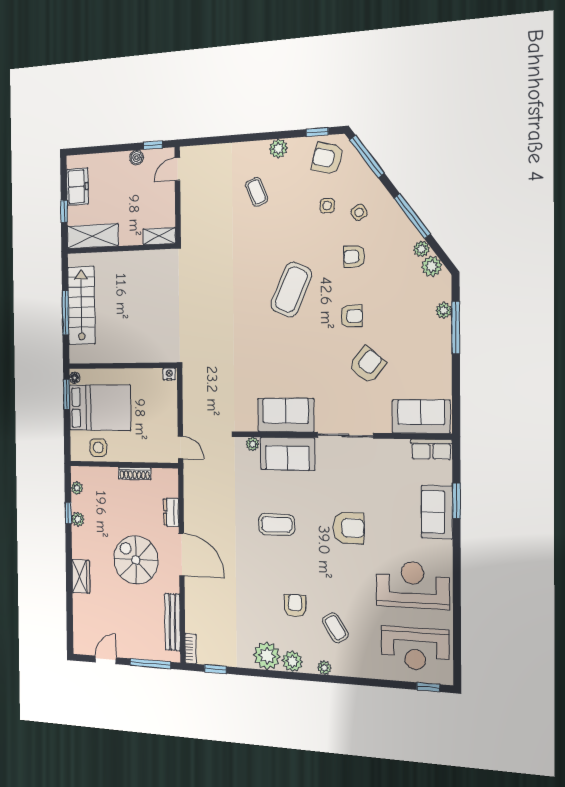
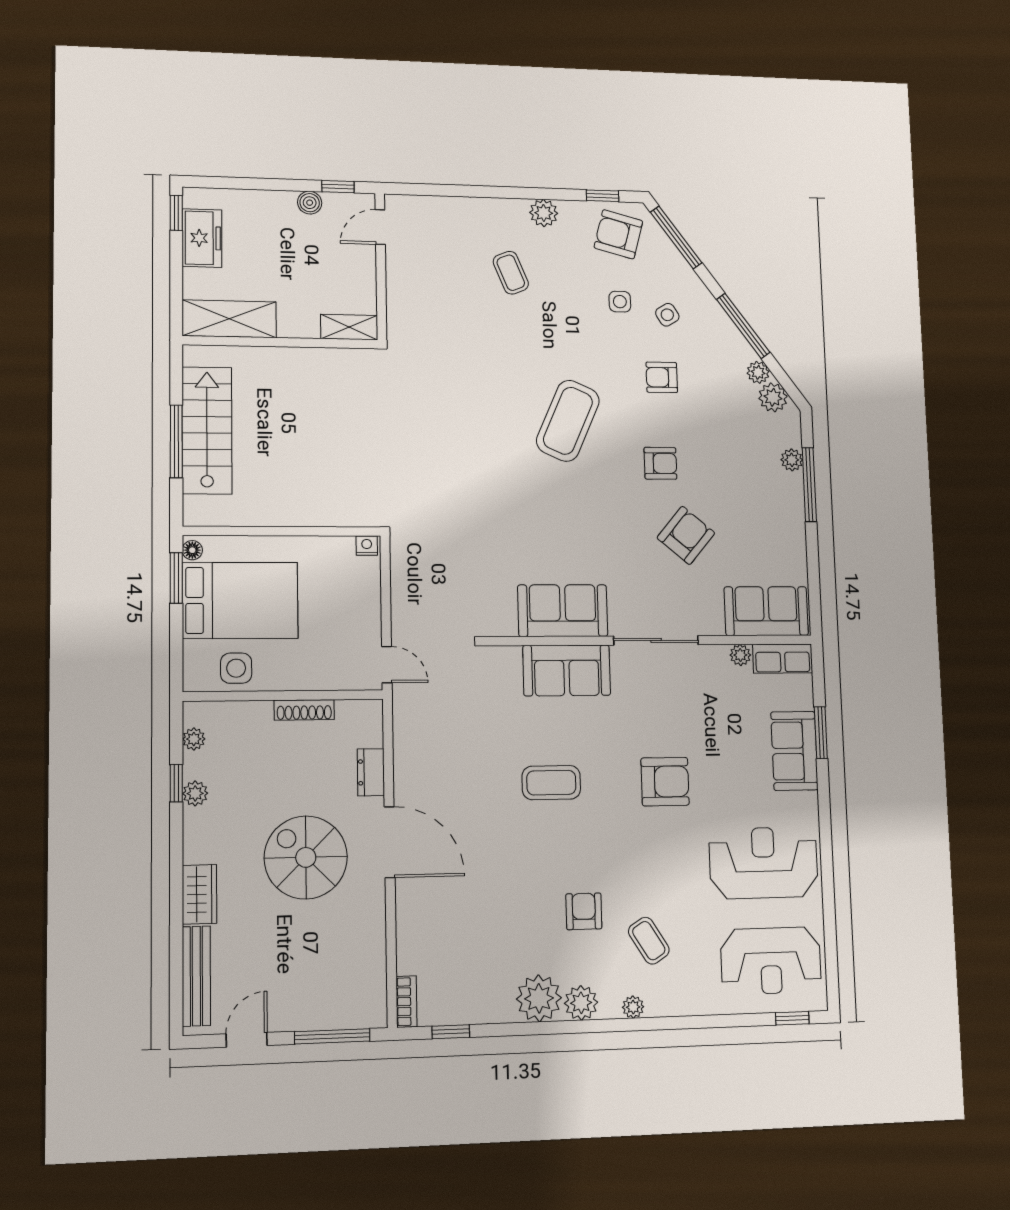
window: (64, 211) -> (176, 213), moved
plant: (253, 444) -> (740, 655), moved
bench: (172, 622) -> (196, 976), moved

